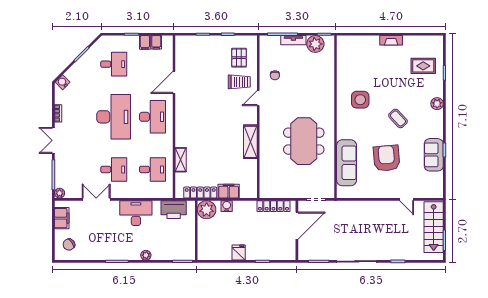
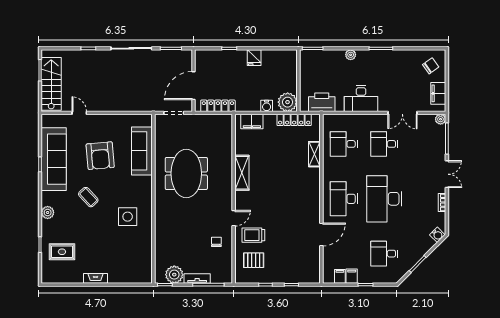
pallet: (239, 58) -> (254, 260), turned 90
sofa: (434, 155) -> (54, 159), width x1.85, depth x1.27
filing cabinet: (229, 191) -> (252, 121), moved

